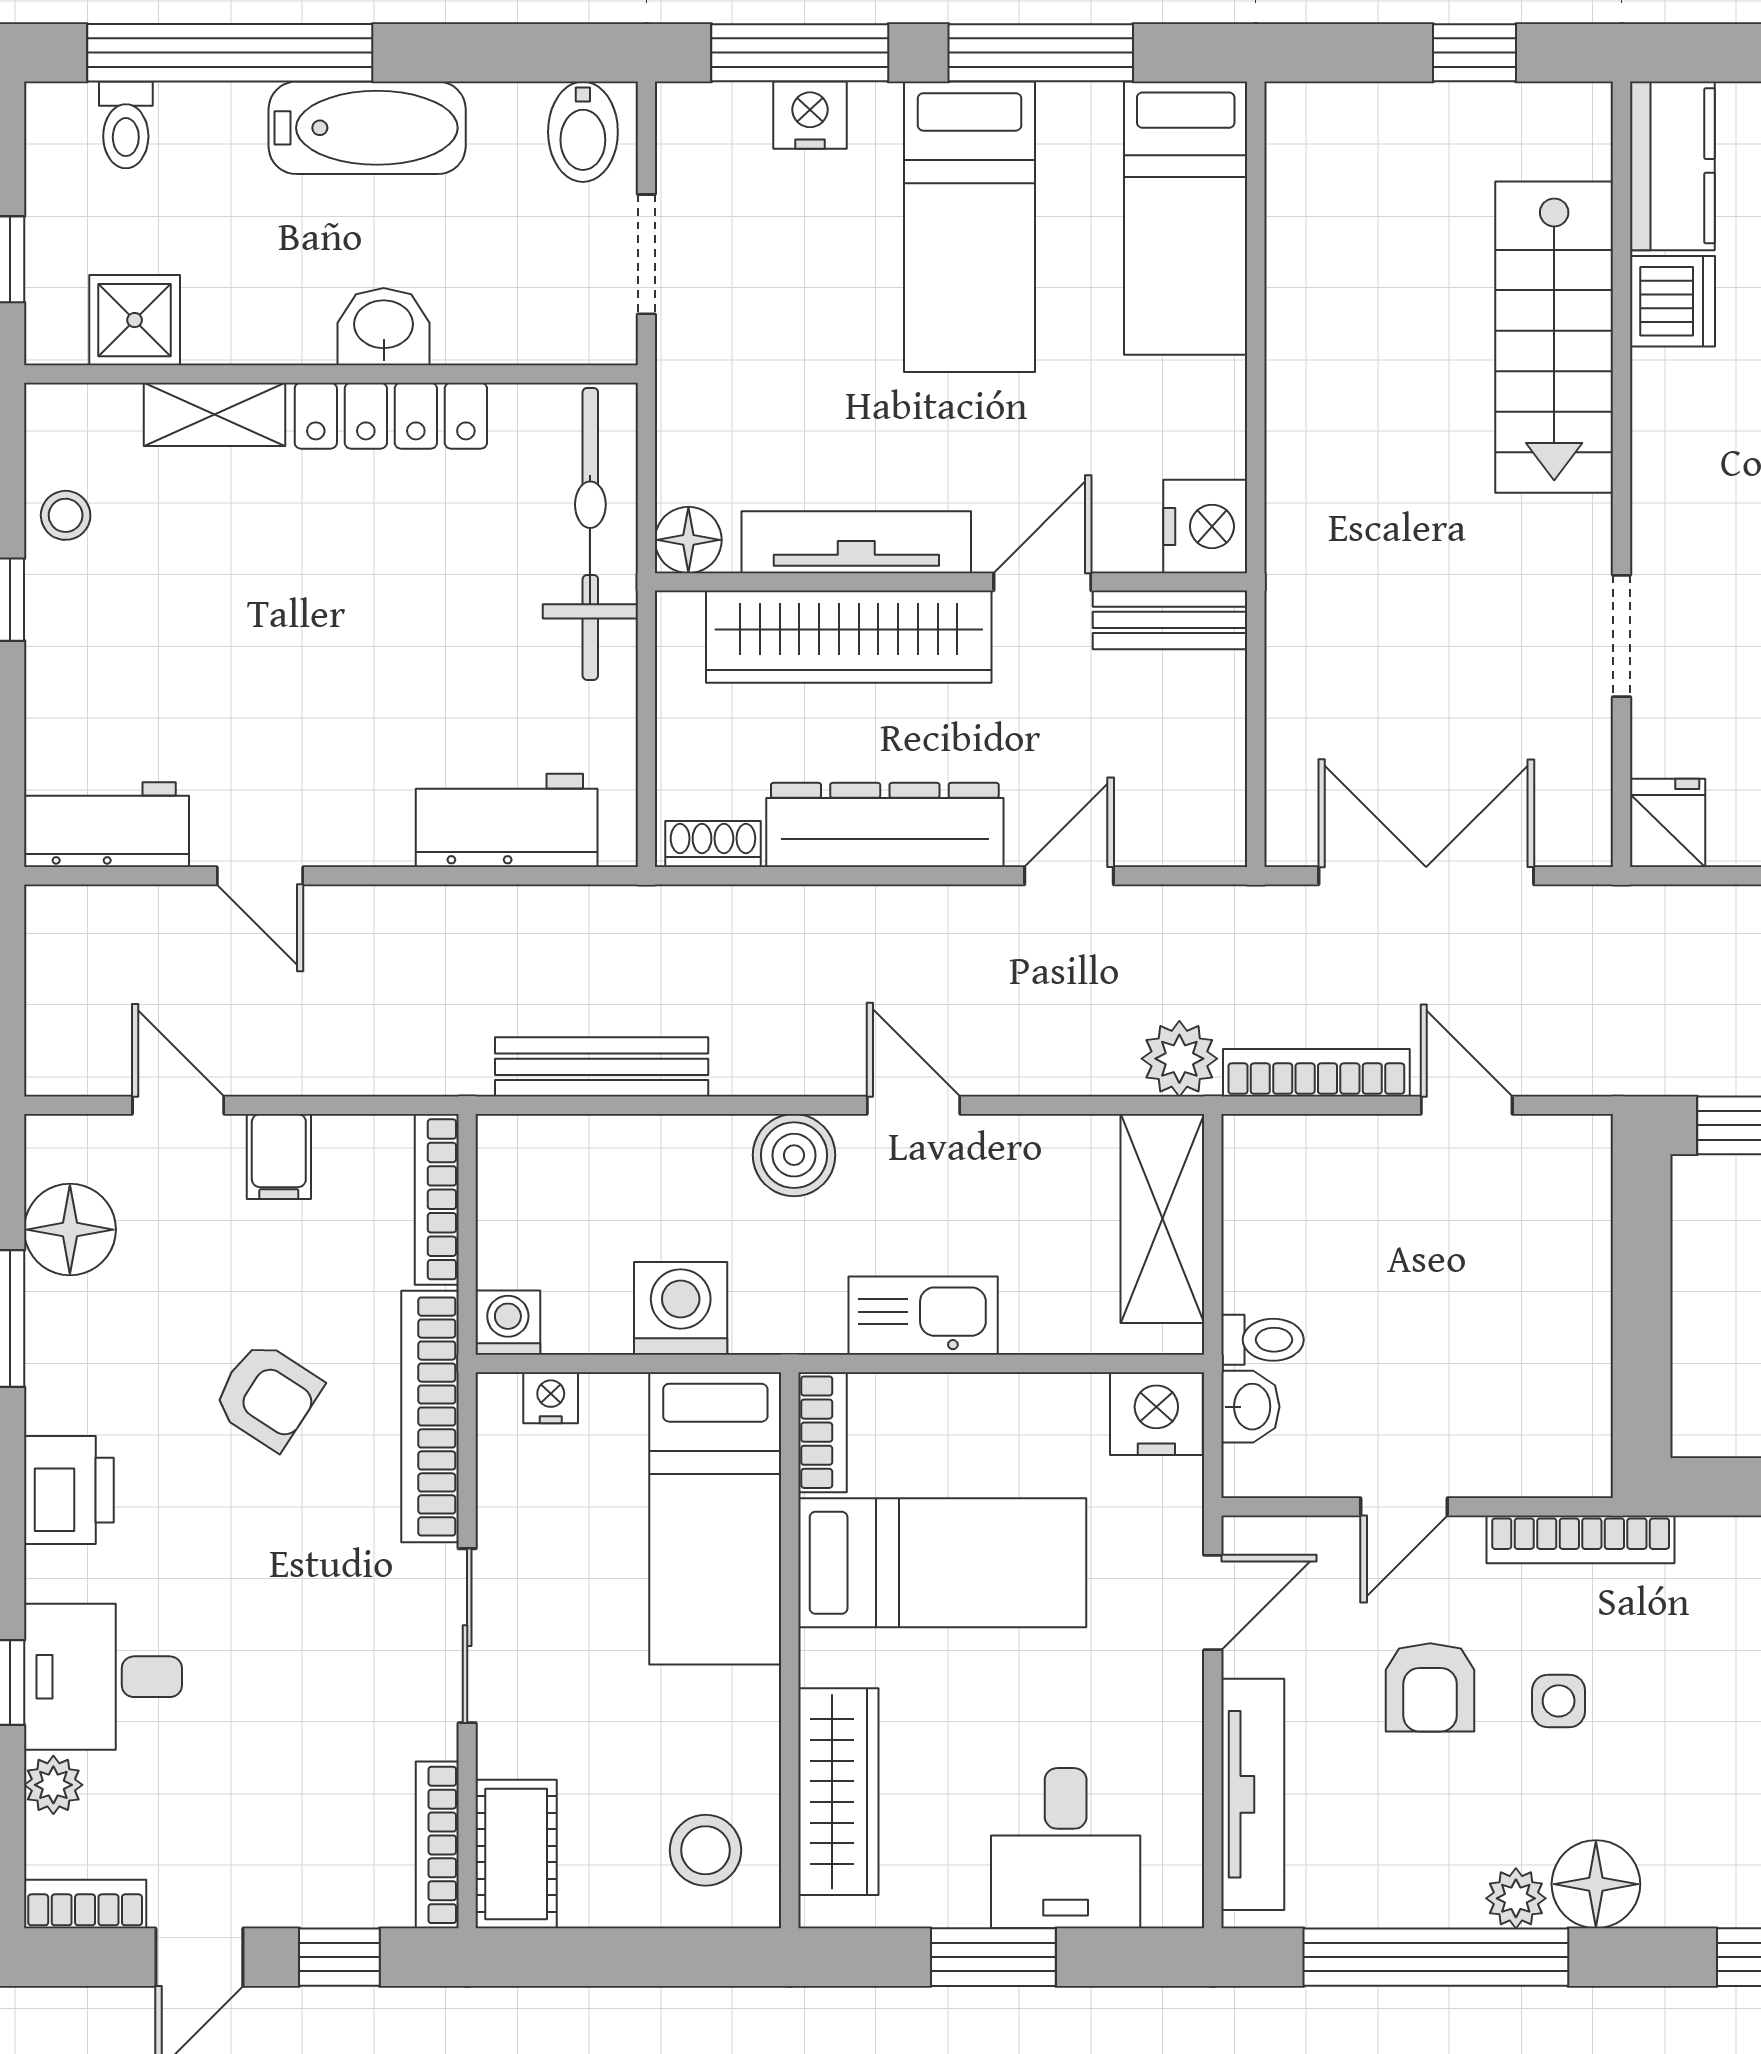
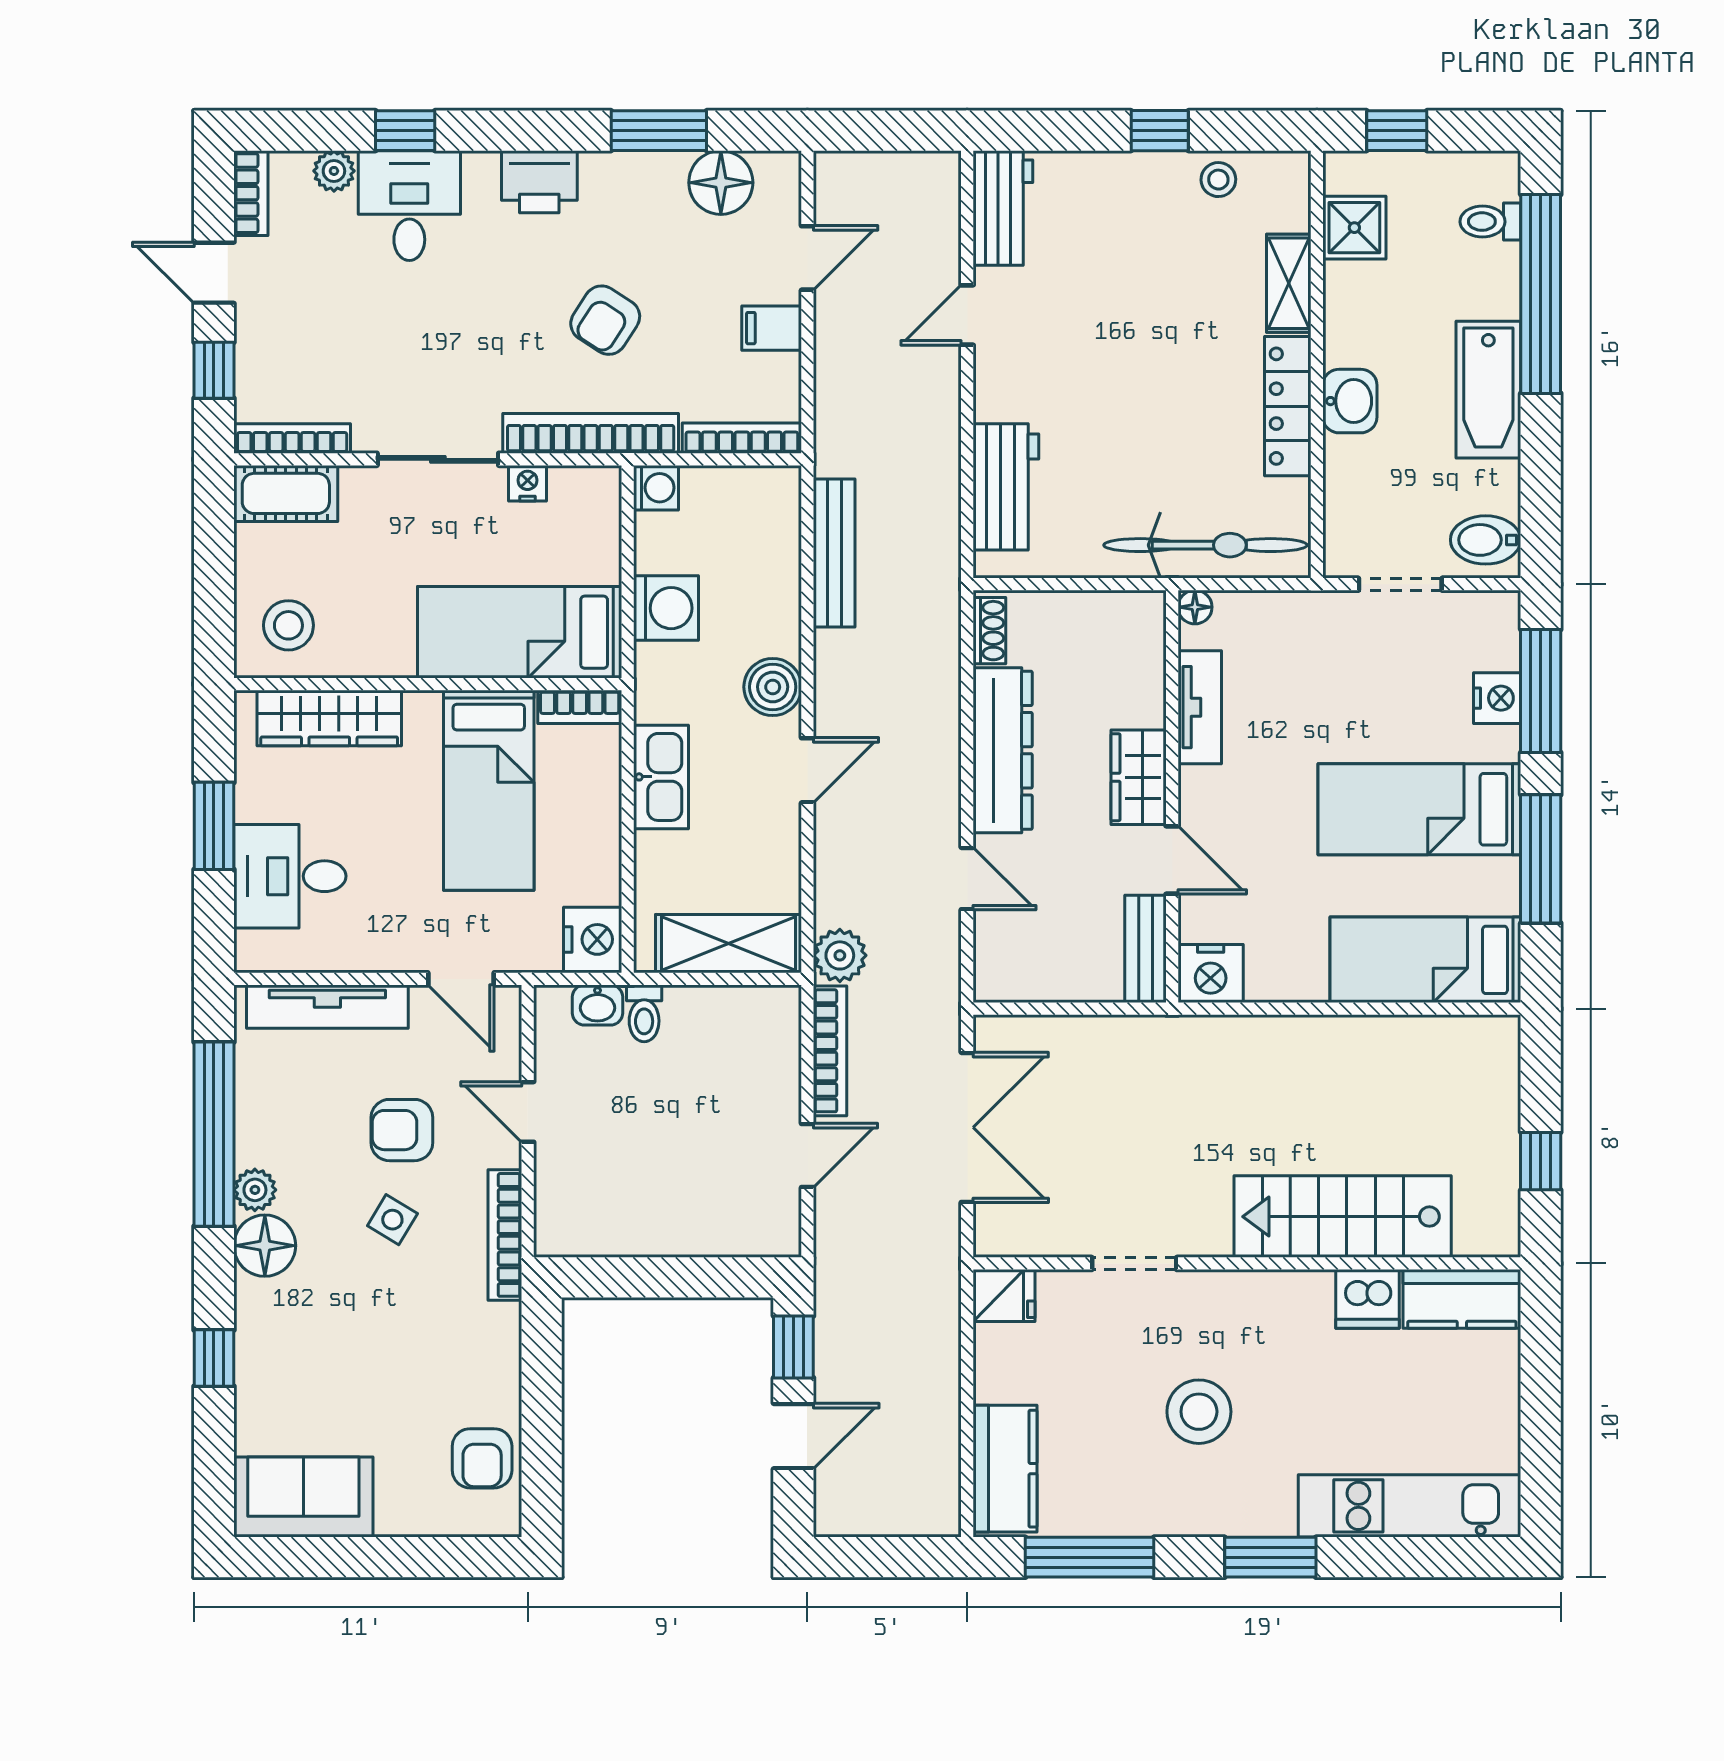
floor lamp: (688, 540) -> (1195, 607), width x0.73, depth x0.73
tv unit: (856, 542) -> (1200, 707), width x0.71
wardrobe: (849, 637) -> (1139, 777), width x0.48, depth x0.85
nightstand: (551, 1398) -> (527, 483), moved, turned -90
side table: (1559, 1701) -> (392, 1220), turned 31

